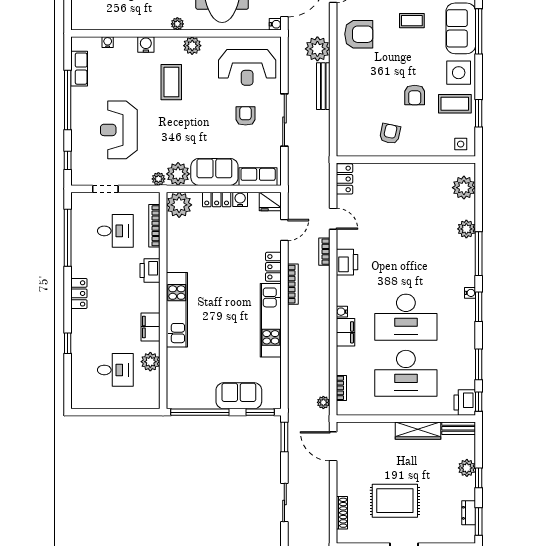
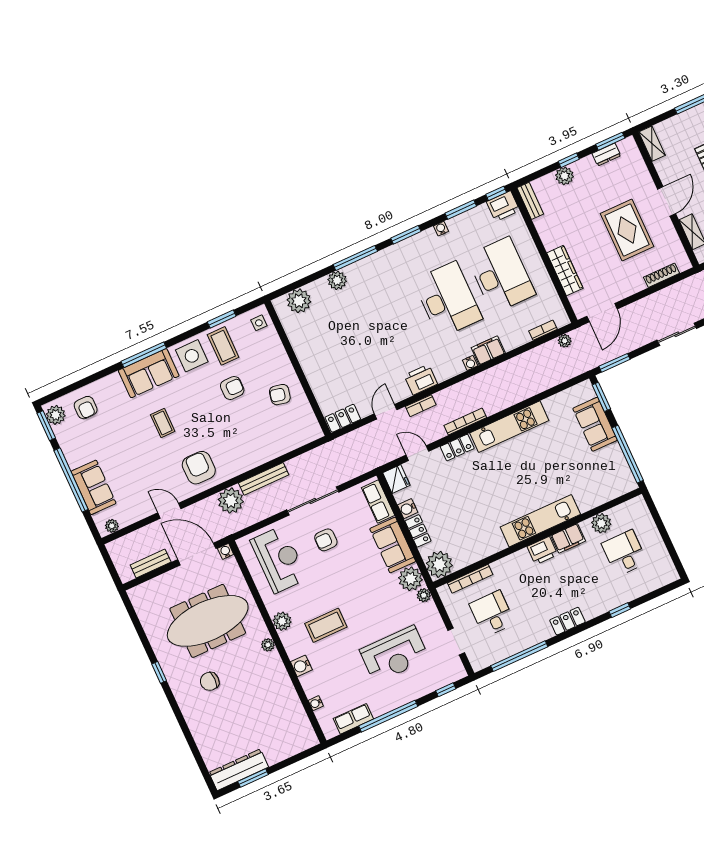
printer: (150, 270) -> (542, 551), moved
water cooler: (470, 293) -> (441, 229), moved
wardrobe: (418, 431) -> (565, 271), moved

